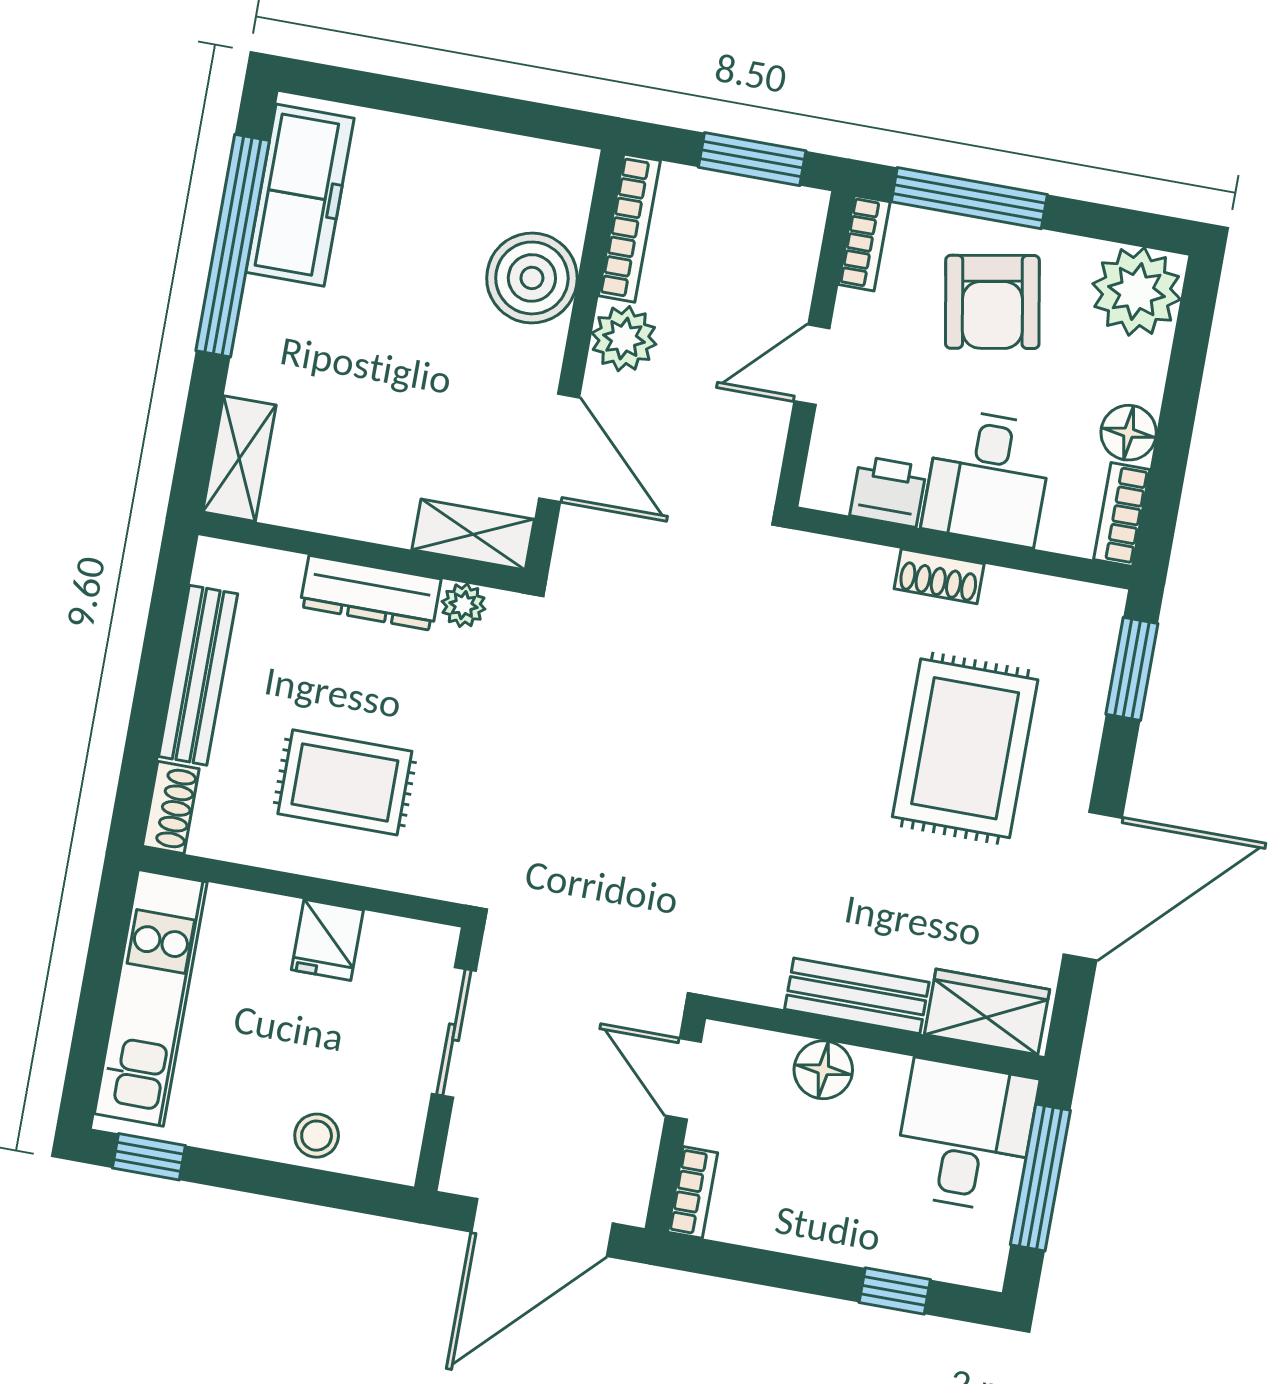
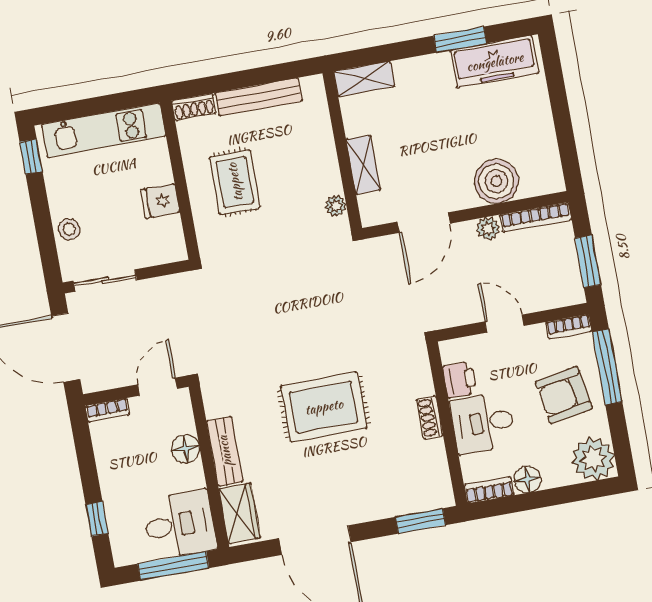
window: (233, 246) -> (460, 40), width x0.47
plant: (624, 339) -> (488, 228), width x0.73, depth x0.73
shelving: (473, 535) -> (363, 165), moved
dresser: (370, 593) -> (325, 161), removed
rug: (965, 748) -> (324, 407), moved
sliding door: (454, 1032) -> (105, 280), moved

